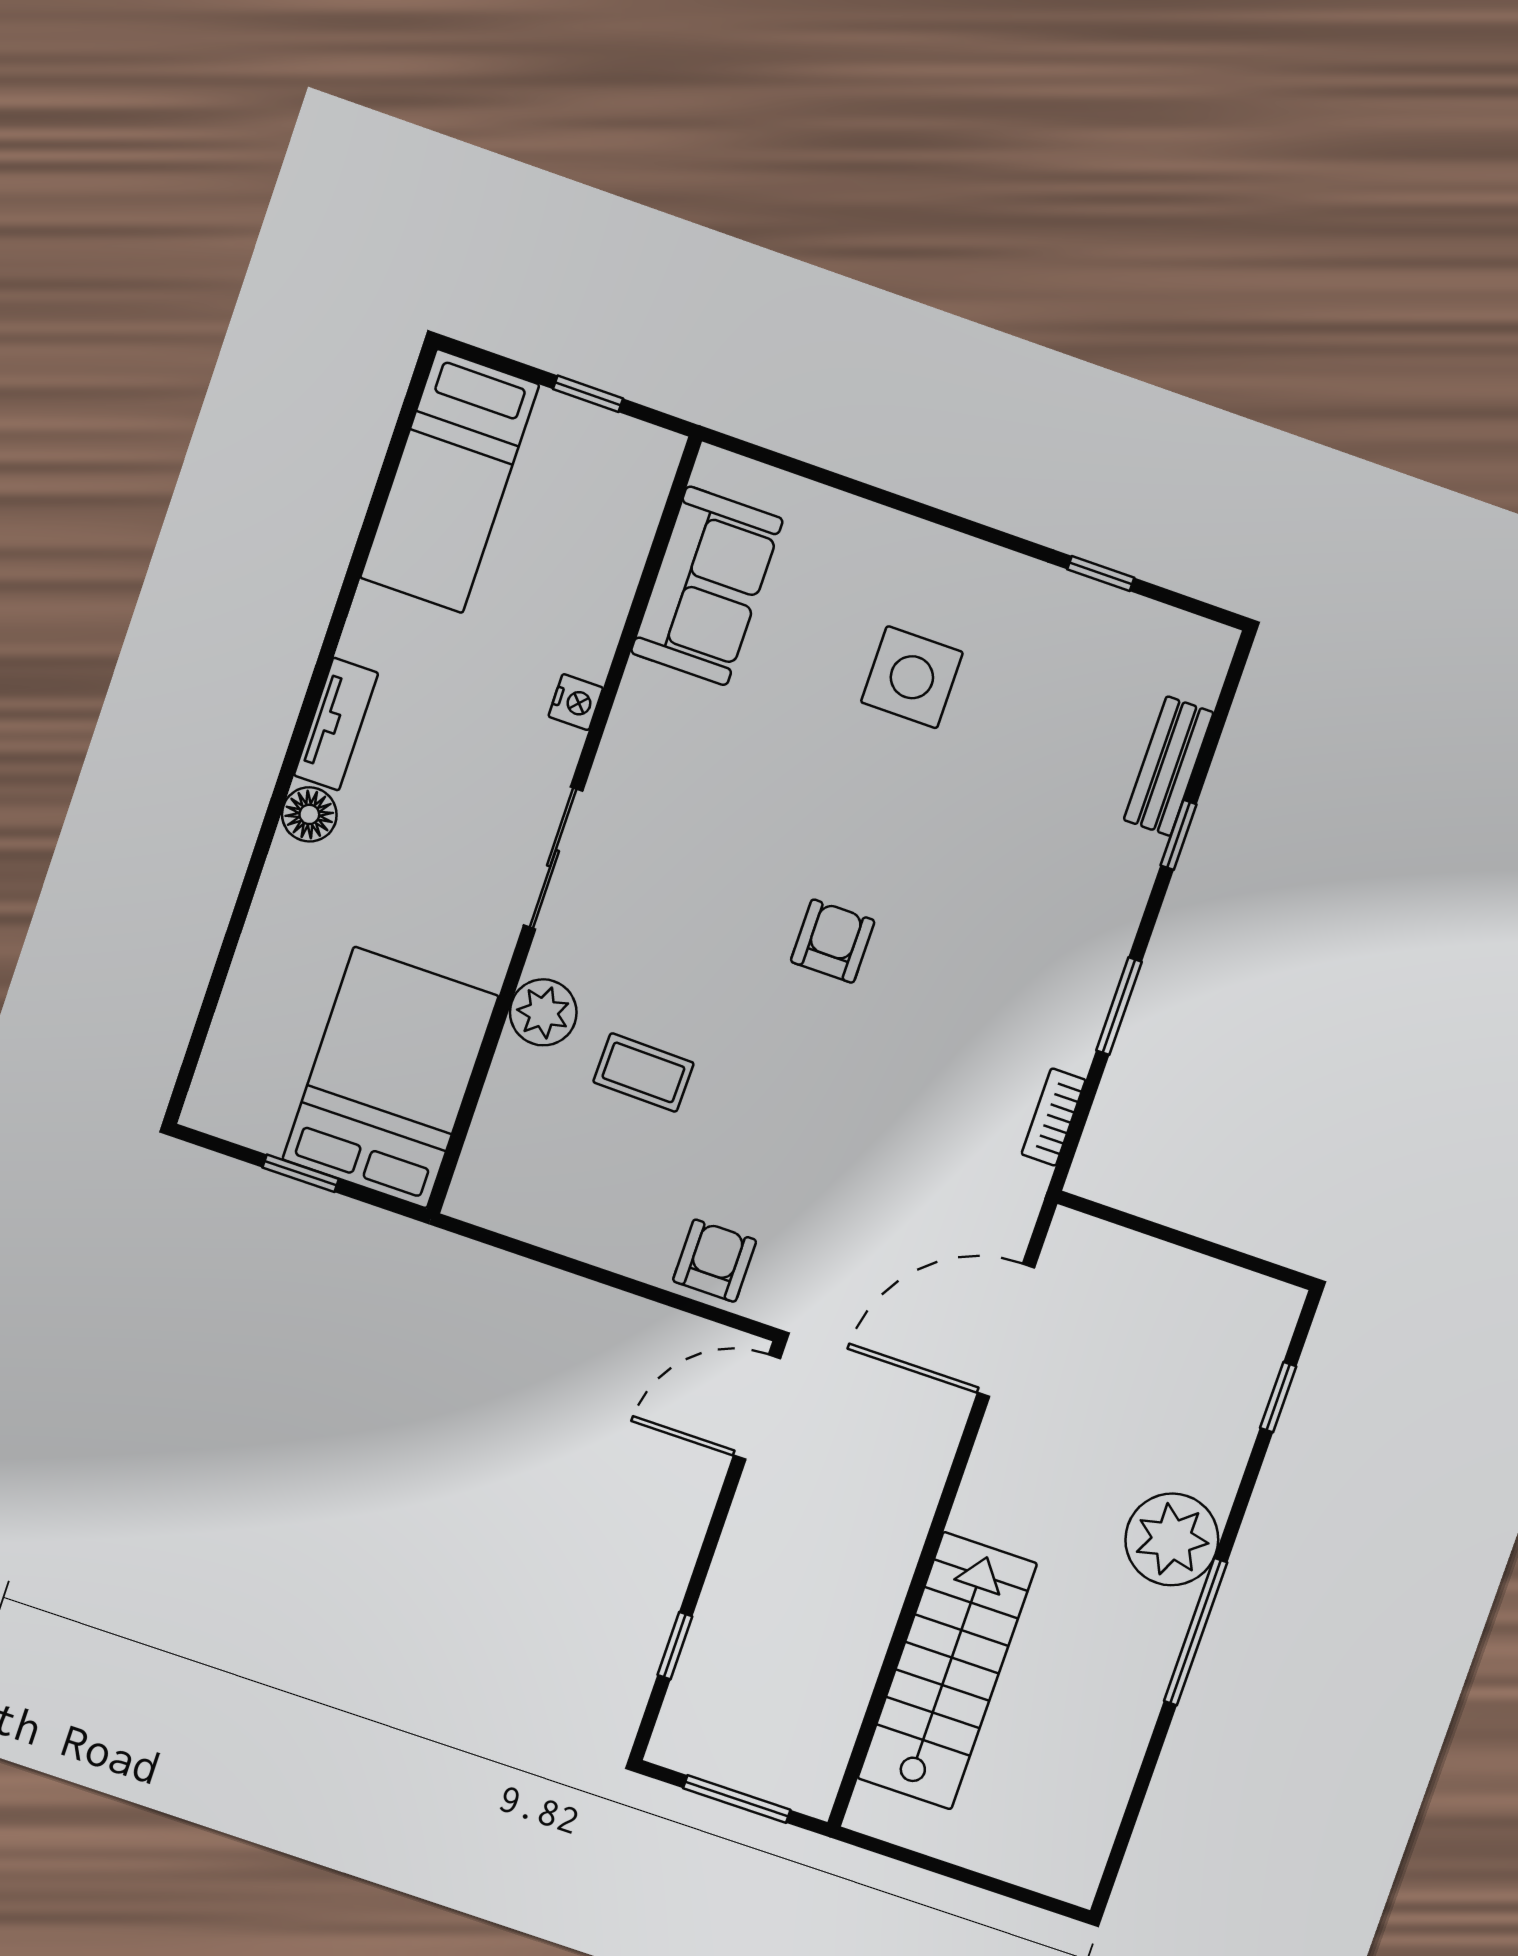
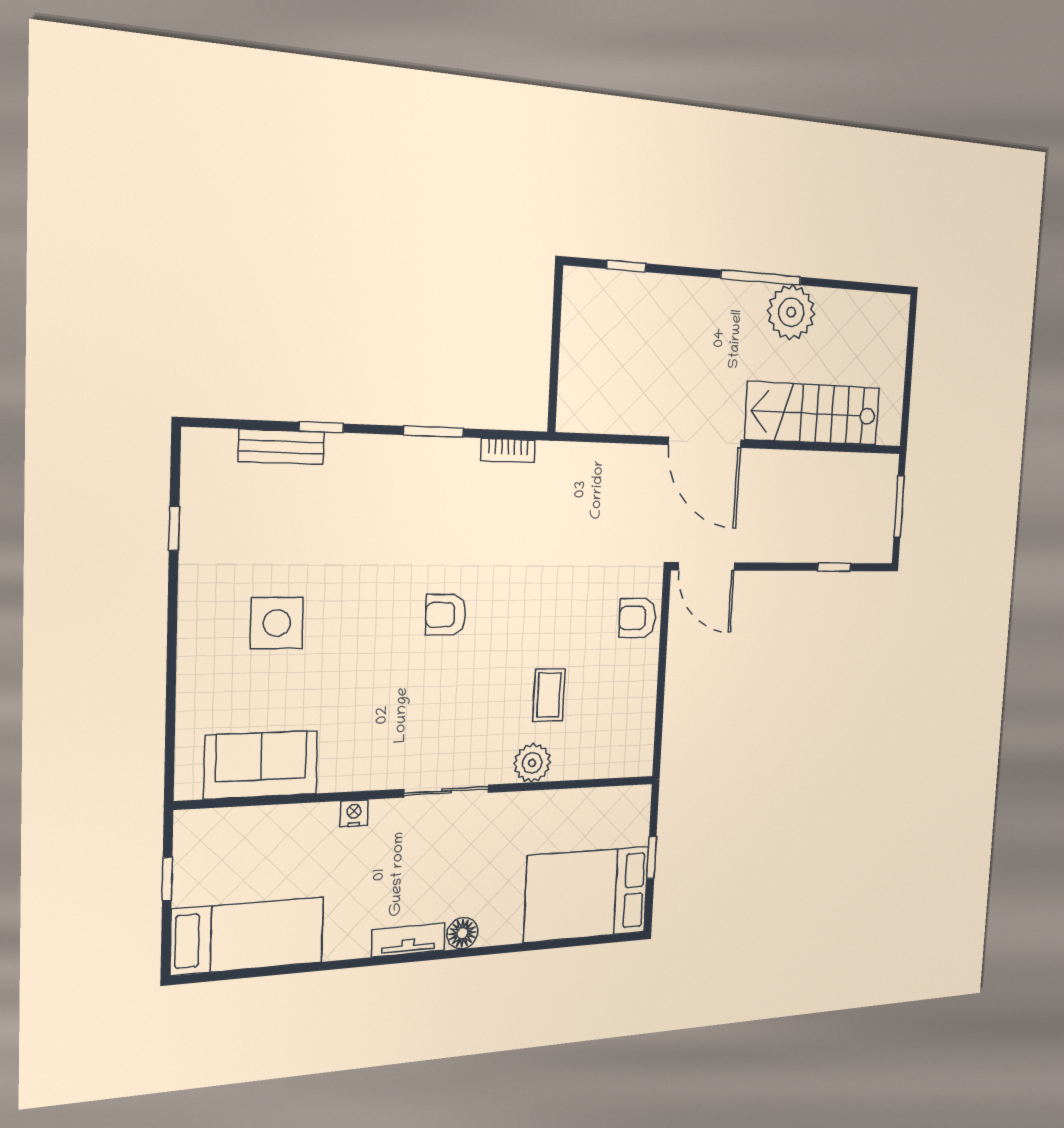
bed: (390, 1078) -> (587, 894), moved
door: (1006, 1330) -> (705, 442), moved
plant: (1172, 1539) -> (791, 312), moved

